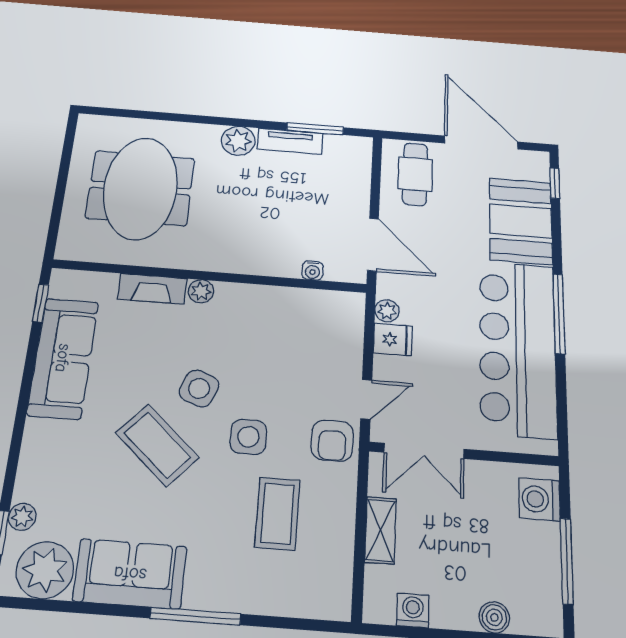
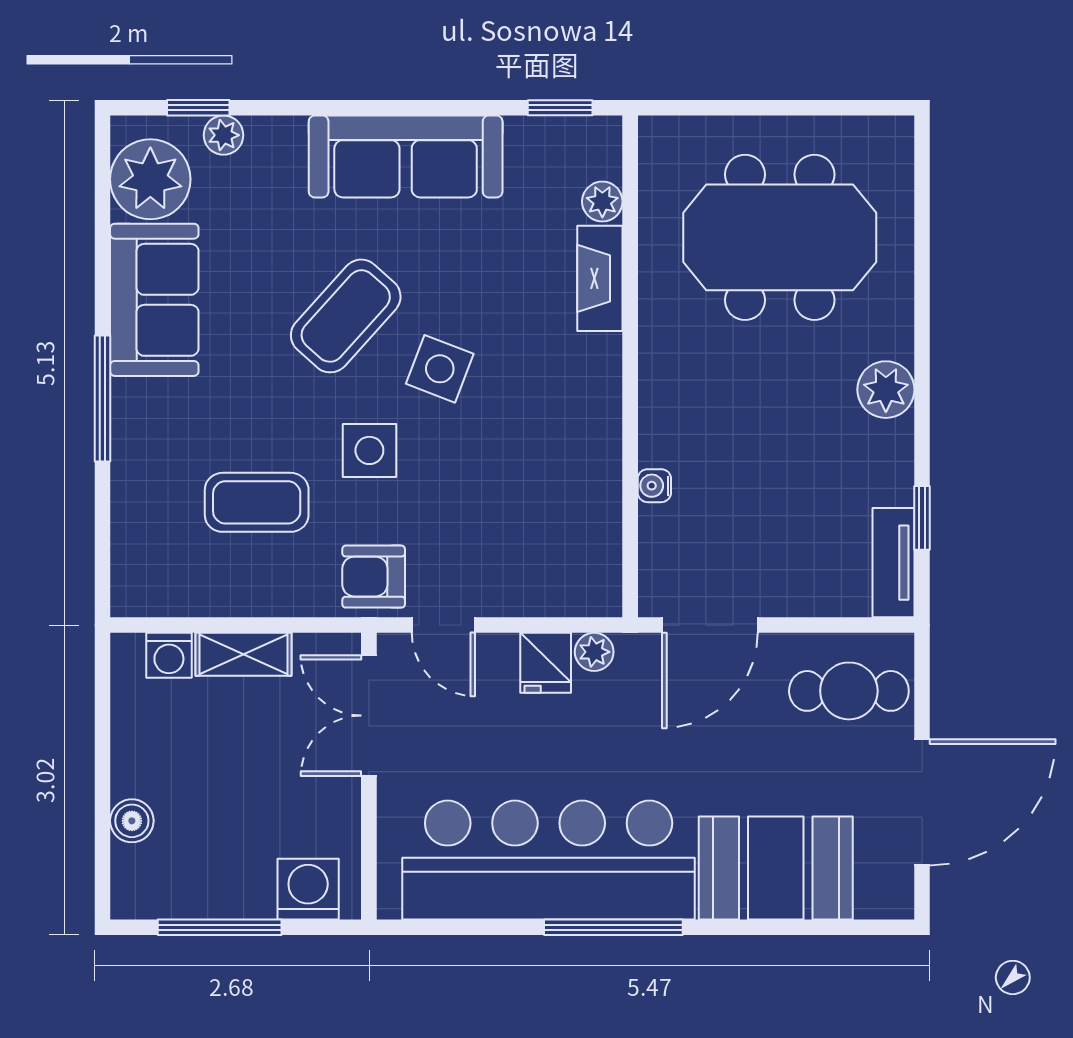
window: (315, 129) -> (922, 518), width x0.67
tv unit: (290, 141) -> (893, 563), moved
window: (555, 183) -> (853, 927), removed
water cooler: (313, 271) -> (654, 486), moved
plant: (201, 291) -> (602, 202), moved
sofa: (63, 358) -> (406, 156), moved
washing machine: (413, 611) -> (169, 655), moved, turned 90

